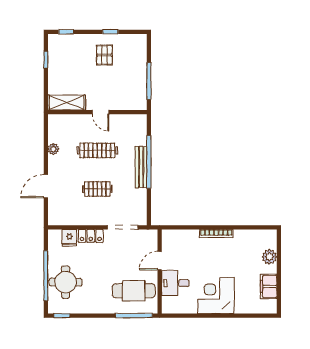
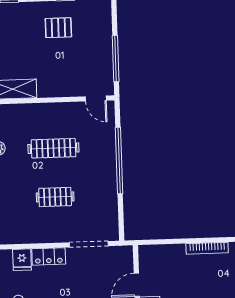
pallet: (104, 55) -> (58, 28), turned 90
door: (101, 112) -> (96, 98), moved
bench: (141, 167) -> (109, 167), removed

